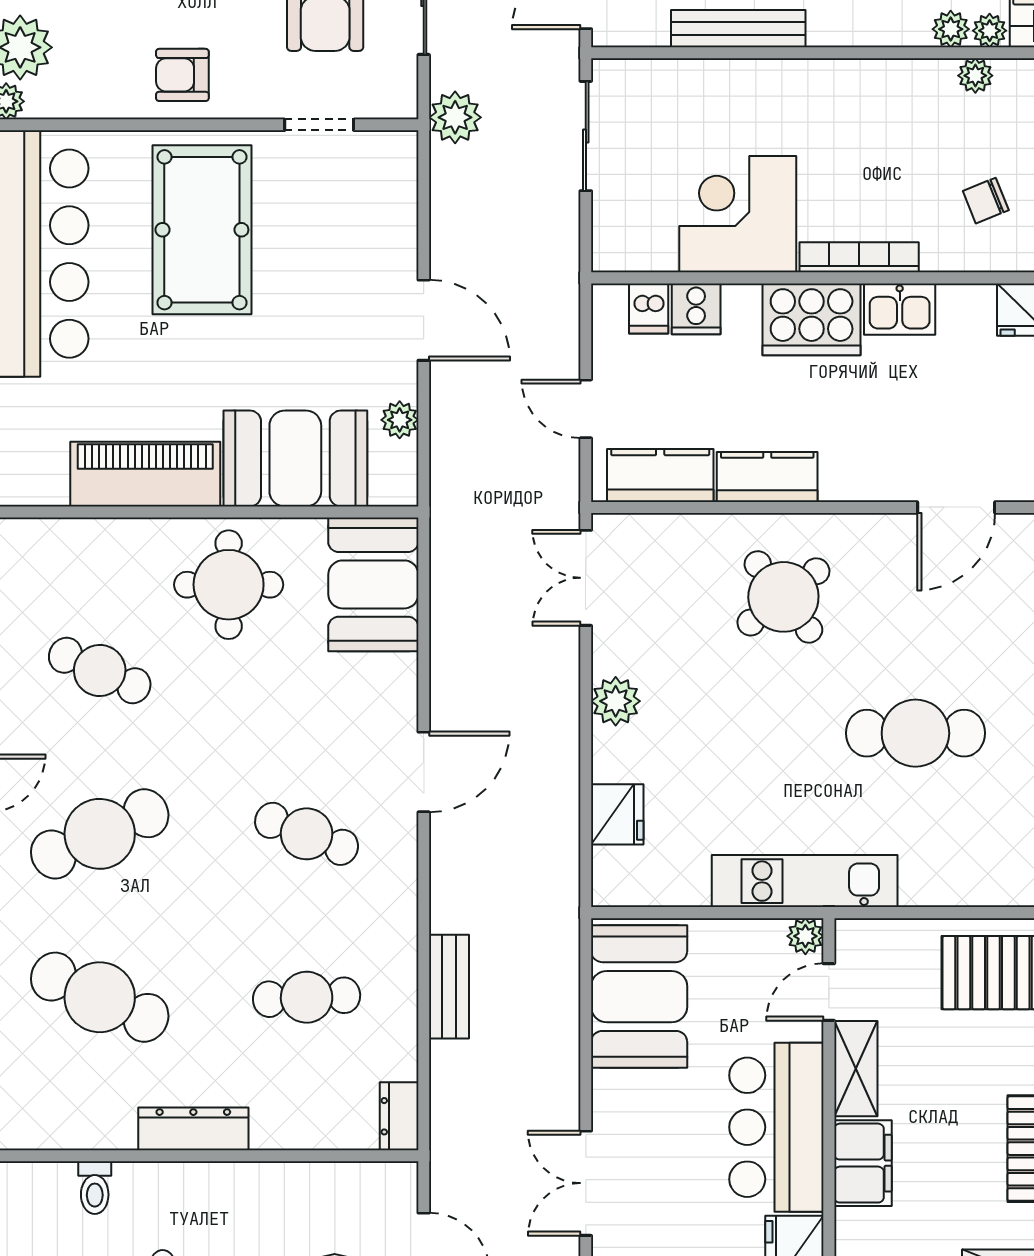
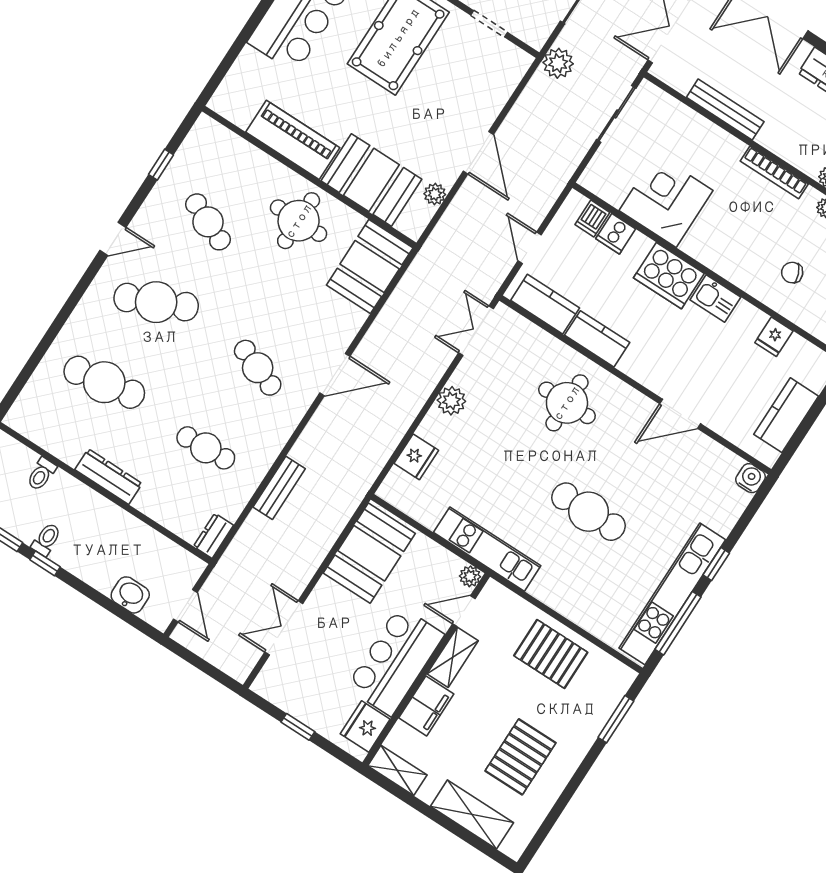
bookcase: (859, 257) -> (774, 172), moved, turned 180
round table: (783, 597) -> (567, 403), turned 38
cafe table: (100, 997) -> (104, 382), turned -33

